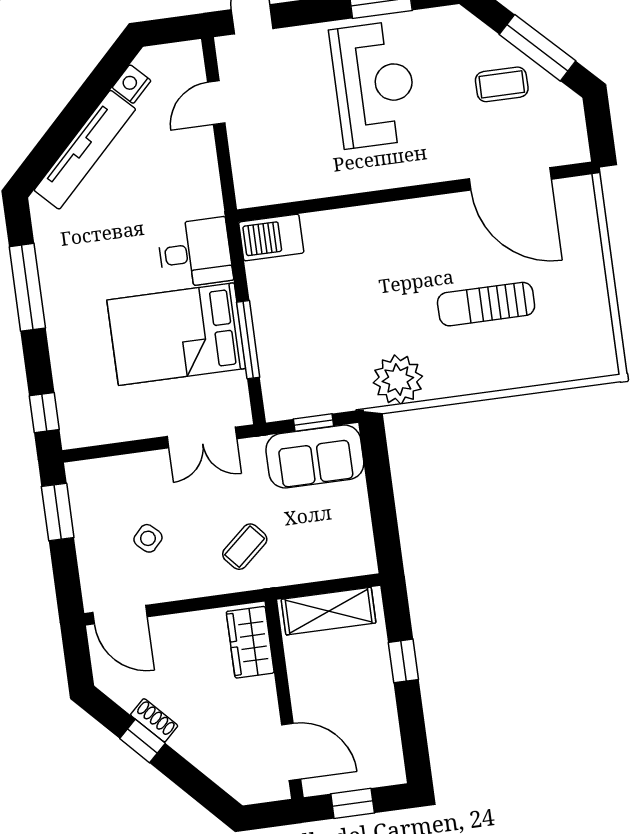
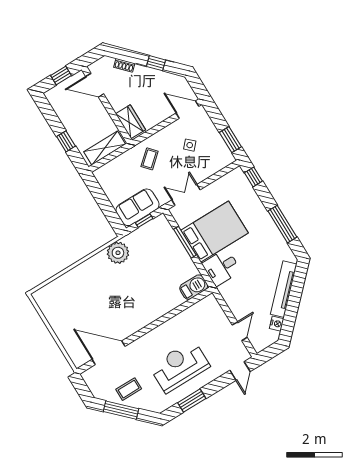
reception desk: (374, 85) -> (180, 366), turned 90
sun lounger: (486, 304) -> (96, 299), removed
shoe rack: (154, 720) -> (124, 65), moved

